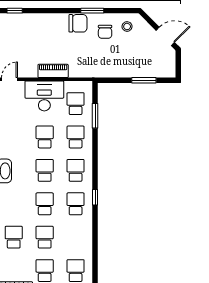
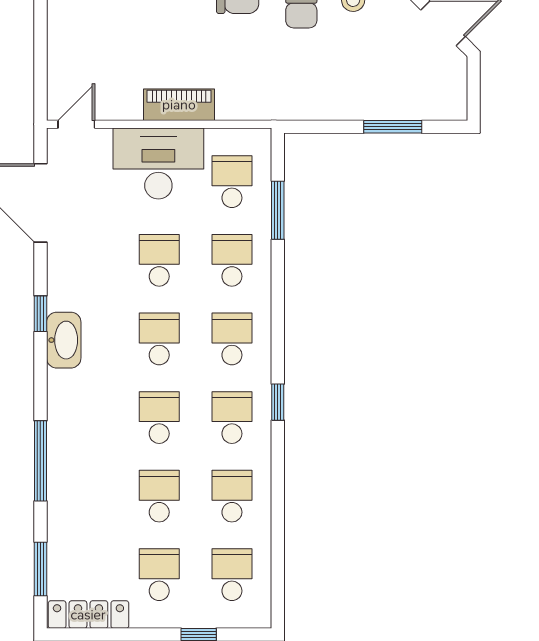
school desk: (14, 237) -> (232, 496), moved

